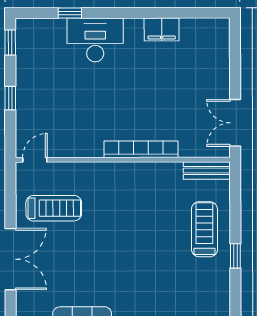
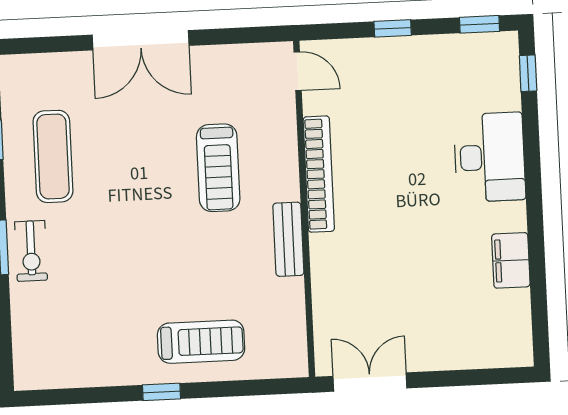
window: (70, 13) -> (528, 73), moved
bookcase: (141, 149) -> (319, 174), moved
bench: (207, 170) -> (288, 239), moved
treadmill: (54, 208) -> (218, 168), moved

